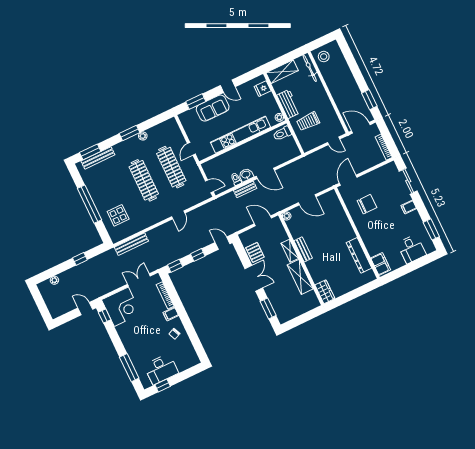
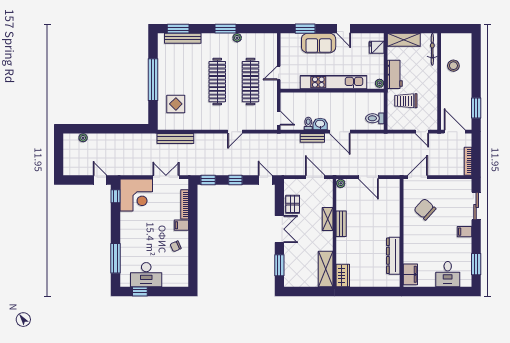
stool: (324, 57) -> (453, 66), moved
toilet: (282, 133) -> (375, 118), moved
chair: (367, 204) -> (425, 209), turned -138
window: (80, 259) -> (118, 129), removed
shelving: (300, 277) -> (326, 269), moved

